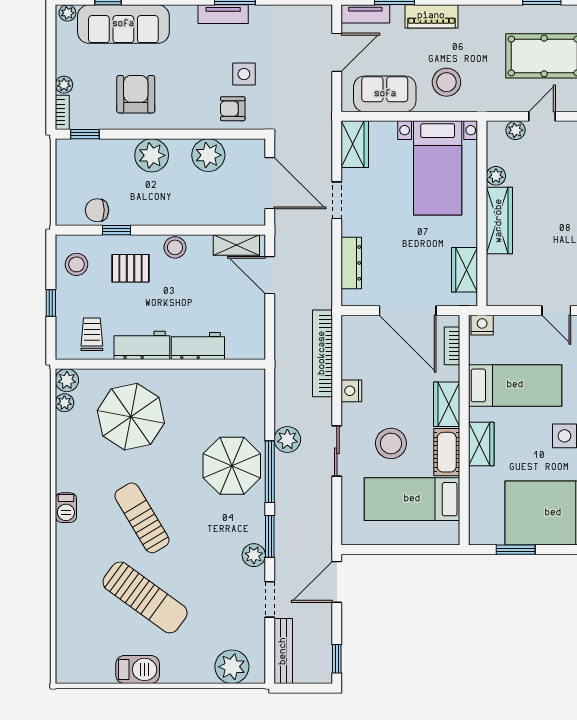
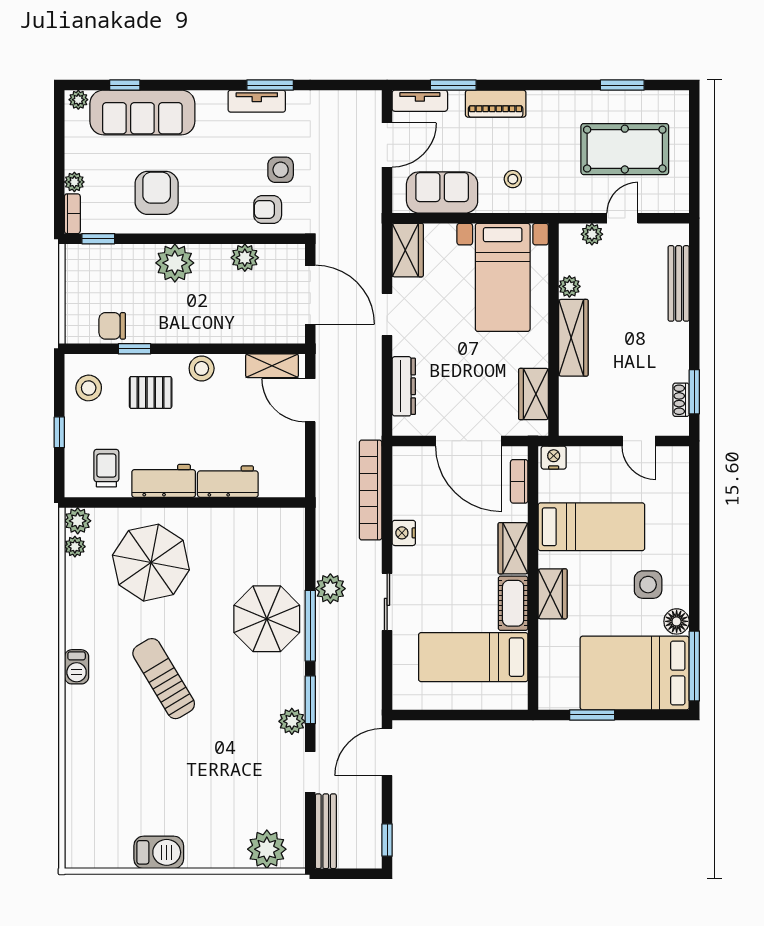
stool: (446, 82) -> (513, 179), width x0.53, depth x0.53
plant: (208, 155) -> (245, 258), width x0.73, depth x0.73
stool: (391, 443) -> (449, 593), removed
sun lounger: (145, 597) -> (167, 770), removed

